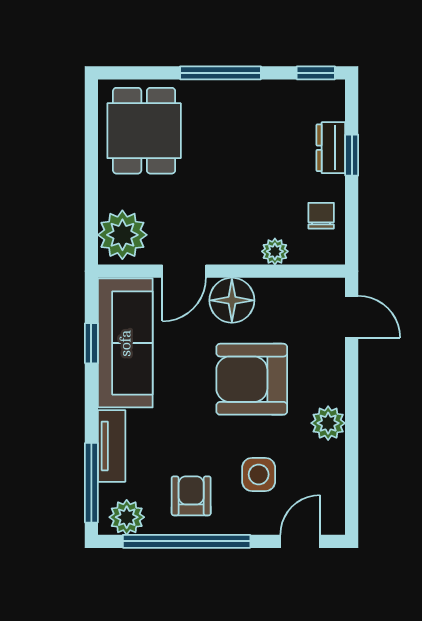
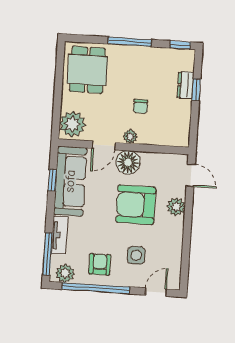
chair: (321, 216) -> (141, 106), moved, turned 180
plant: (275, 251) -> (130, 137), moved
plant: (328, 423) -> (176, 207), moved

